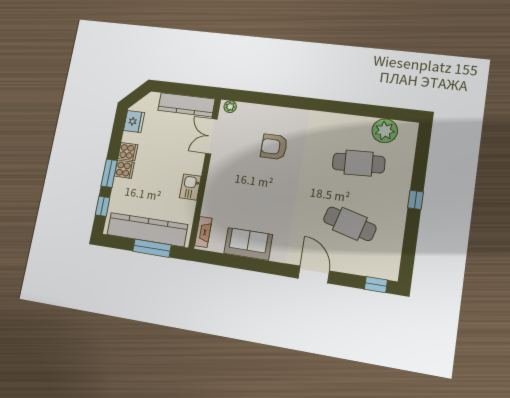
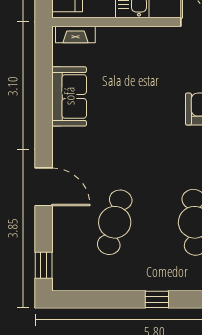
door: (314, 275) -> (44, 187), hinge flipped

